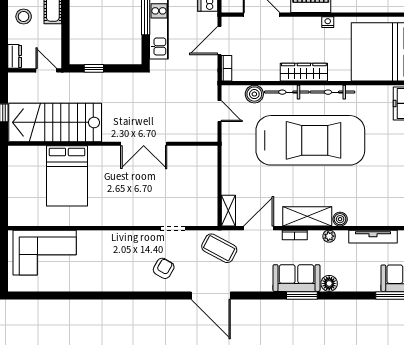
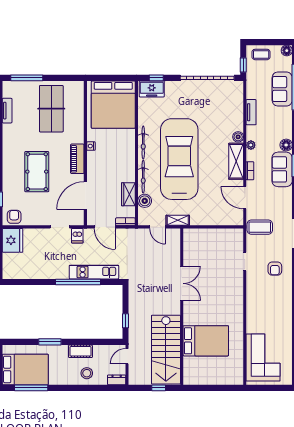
wardrobe: (304, 72) -> (128, 194), moved, width x0.67
door: (219, 111) -> (157, 227), swing flipped
shelving: (228, 211) -> (178, 220), moved
tv unit: (373, 237) -> (251, 112), width x0.71
coffee table: (219, 248) -> (260, 227), turned 62
armchair: (164, 268) -> (275, 269), turned -120

